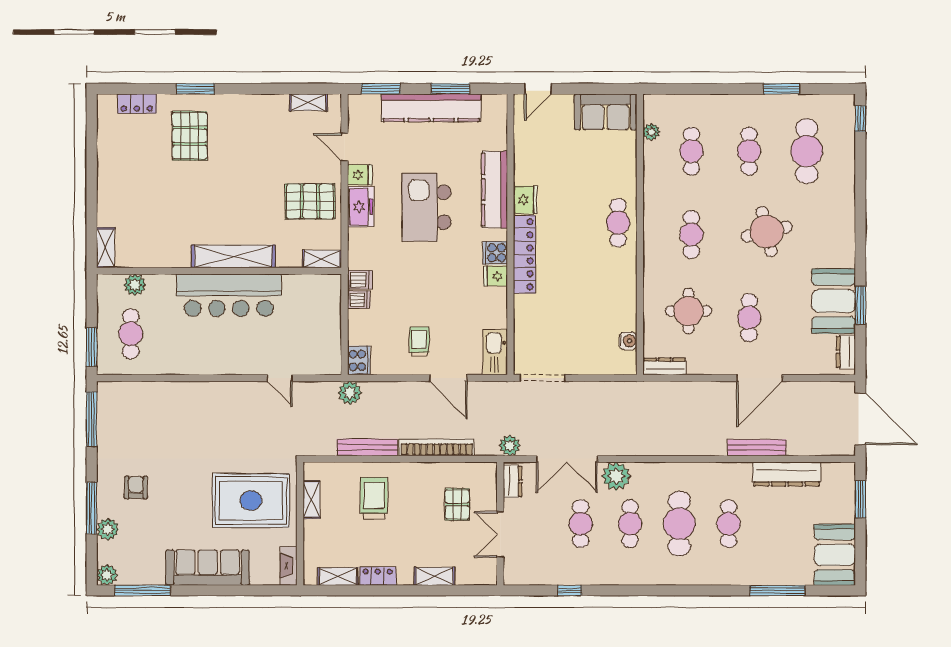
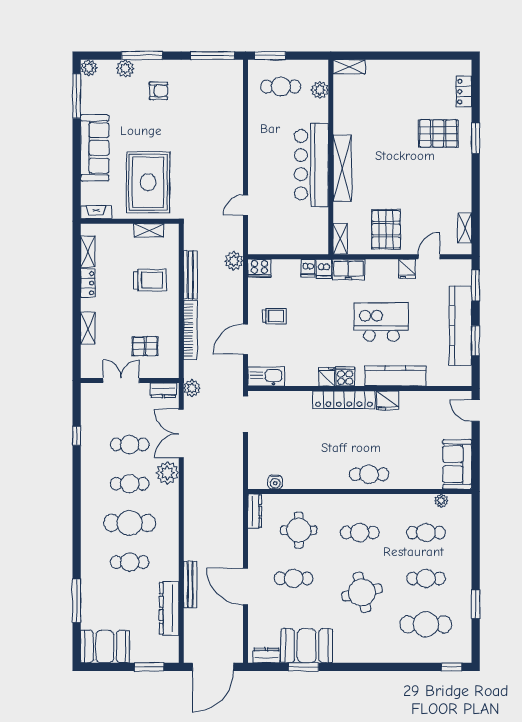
freezer: (361, 207) -> (349, 269), moved

